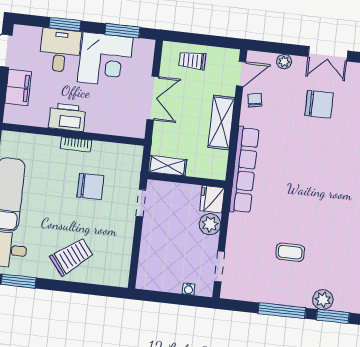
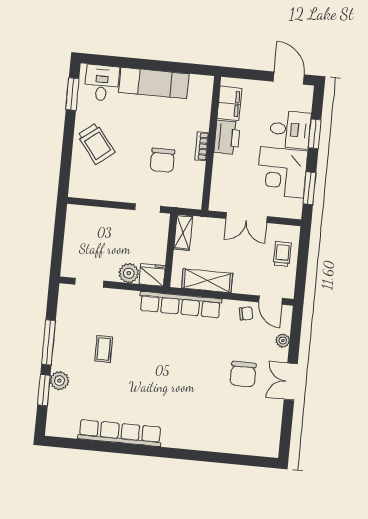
filing cabinet: (18, 87) -> (229, 103), moved, turned -90
shelving: (221, 122) -> (207, 281), moved
water cooler: (189, 289) -> (68, 254), removed

